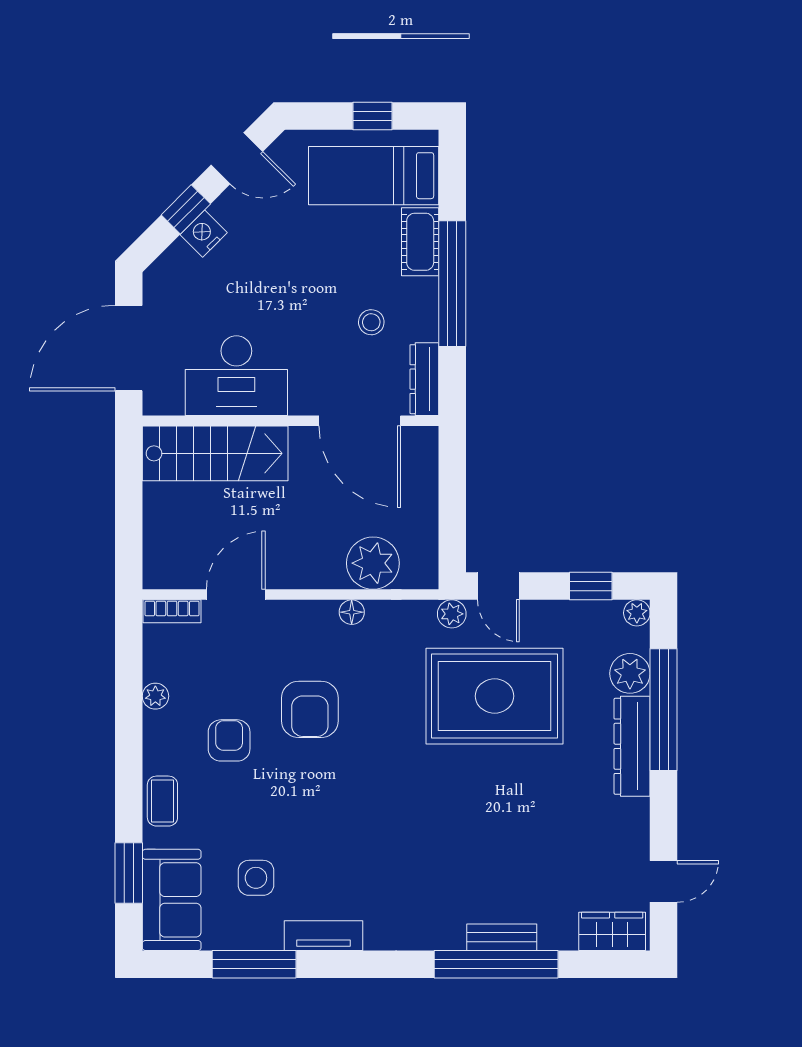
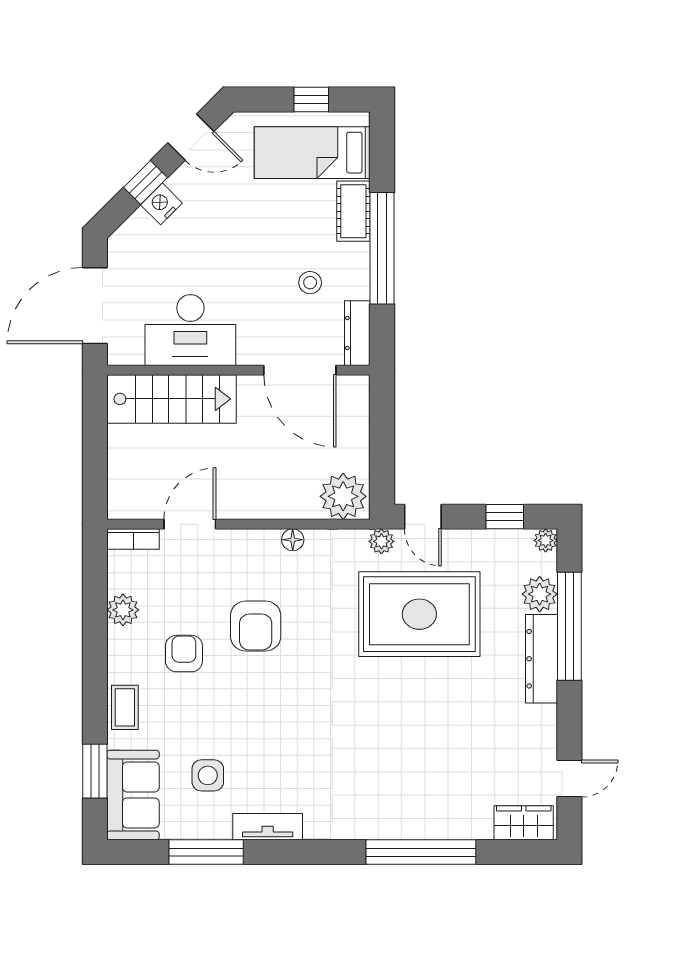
plant: (373, 563) -> (343, 496), moved
plant: (155, 696) -> (123, 610), width x1.38, depth x1.38
bench: (502, 937) -> (426, 828), removed

